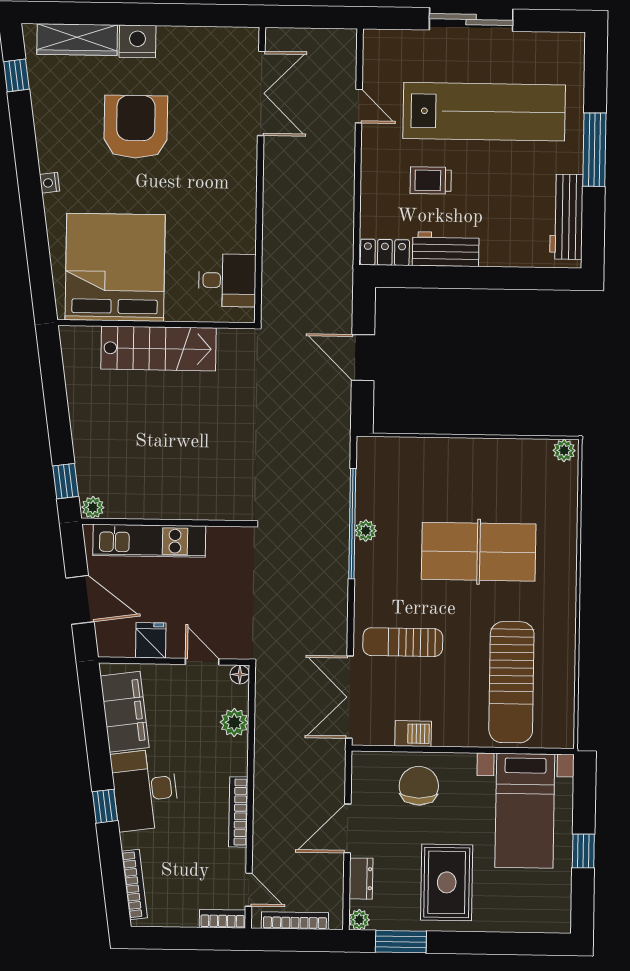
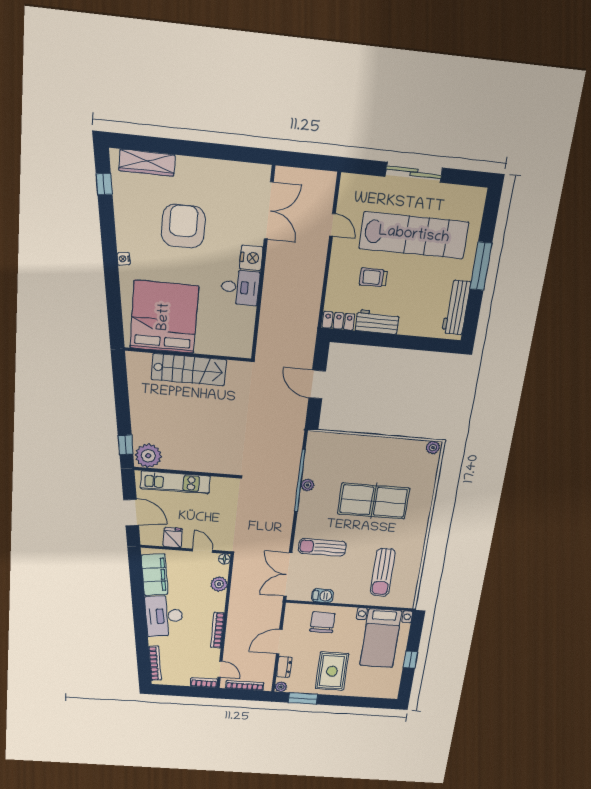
nightstand: (137, 41) -> (251, 258), moved, turned 90
desk: (227, 280) -> (240, 287), moved
plant: (93, 507) -> (148, 456), width x1.88, depth x1.88
sun lounger: (511, 682) -> (383, 572), width x0.73, depth x0.75
window: (105, 806) -> (140, 623), removed

